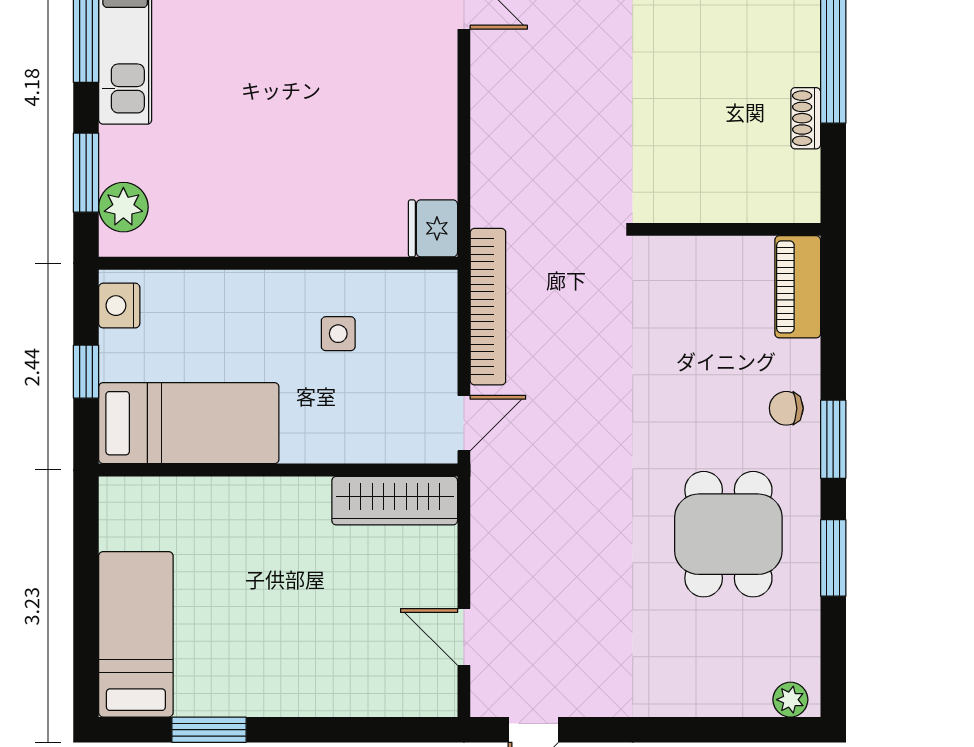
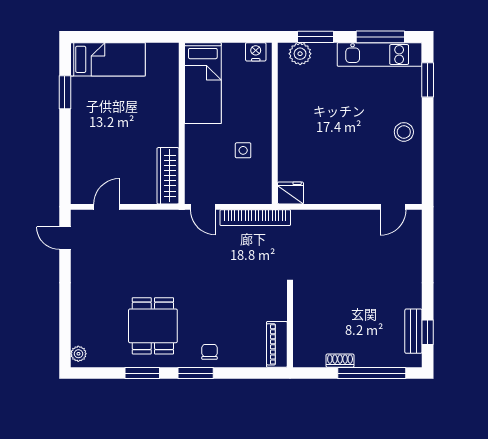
piano: (798, 287) -> (277, 344), moved, turned -90
window: (86, 372) -> (226, 37), removed
dining table: (728, 534) -> (153, 326), turned 90

